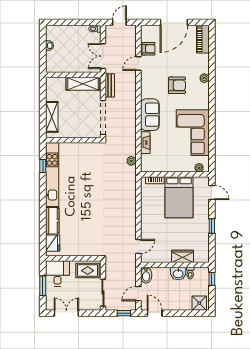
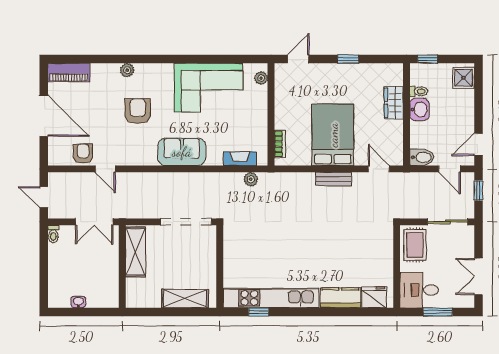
bench: (110, 85) -> (333, 179), moved
fireplace: (145, 143) -> (240, 159), moved
bed: (179, 197) -> (333, 135), moved, turned -90

